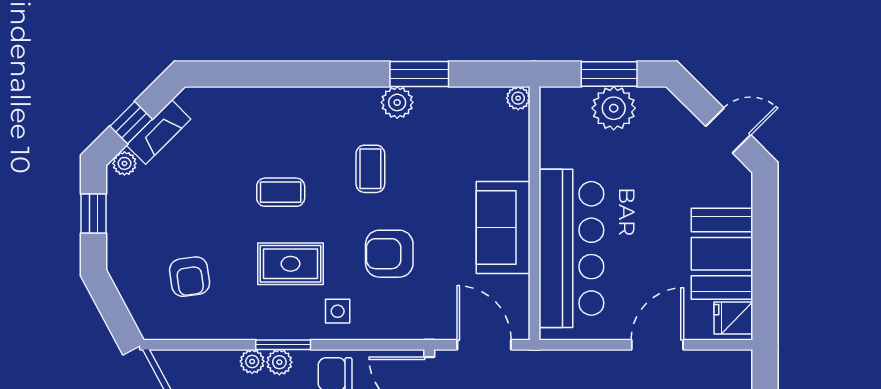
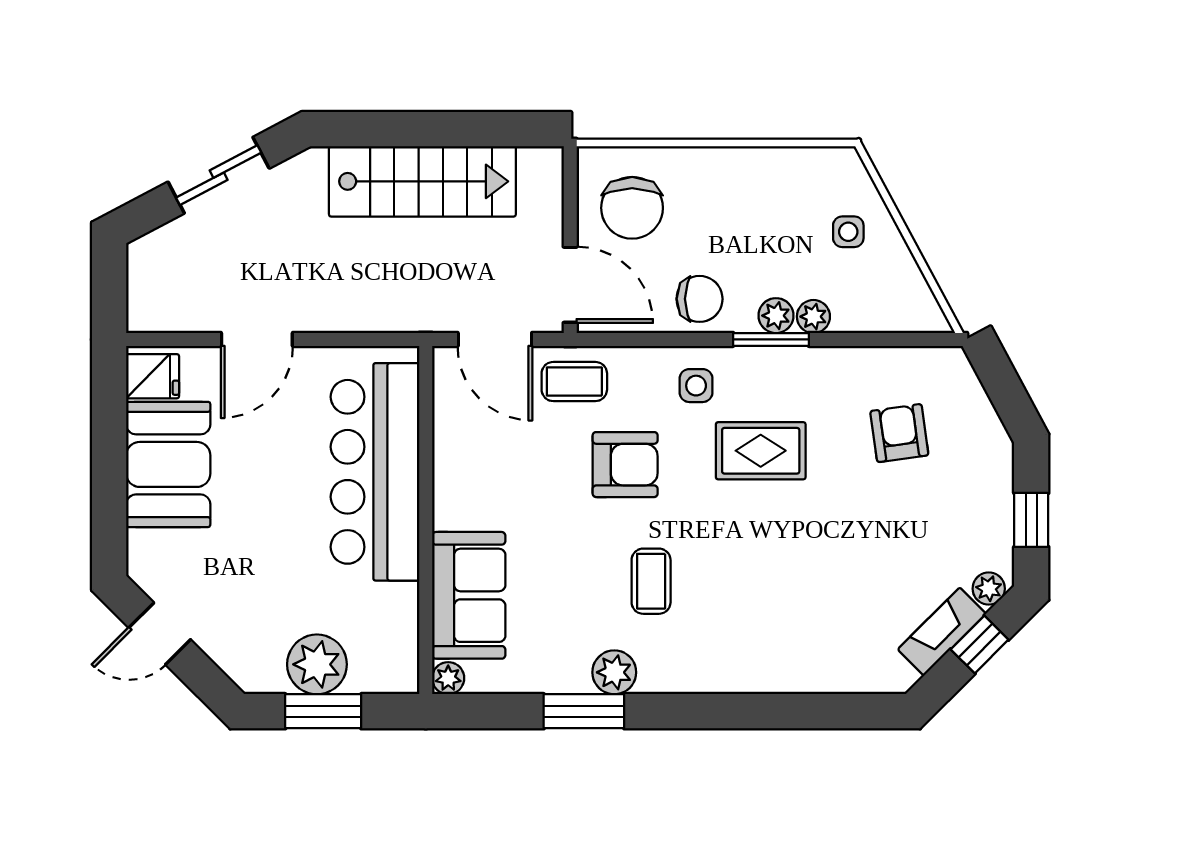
coffee table: (281, 192) -> (574, 382), moved
sofa: (503, 227) -> (469, 595), moved

